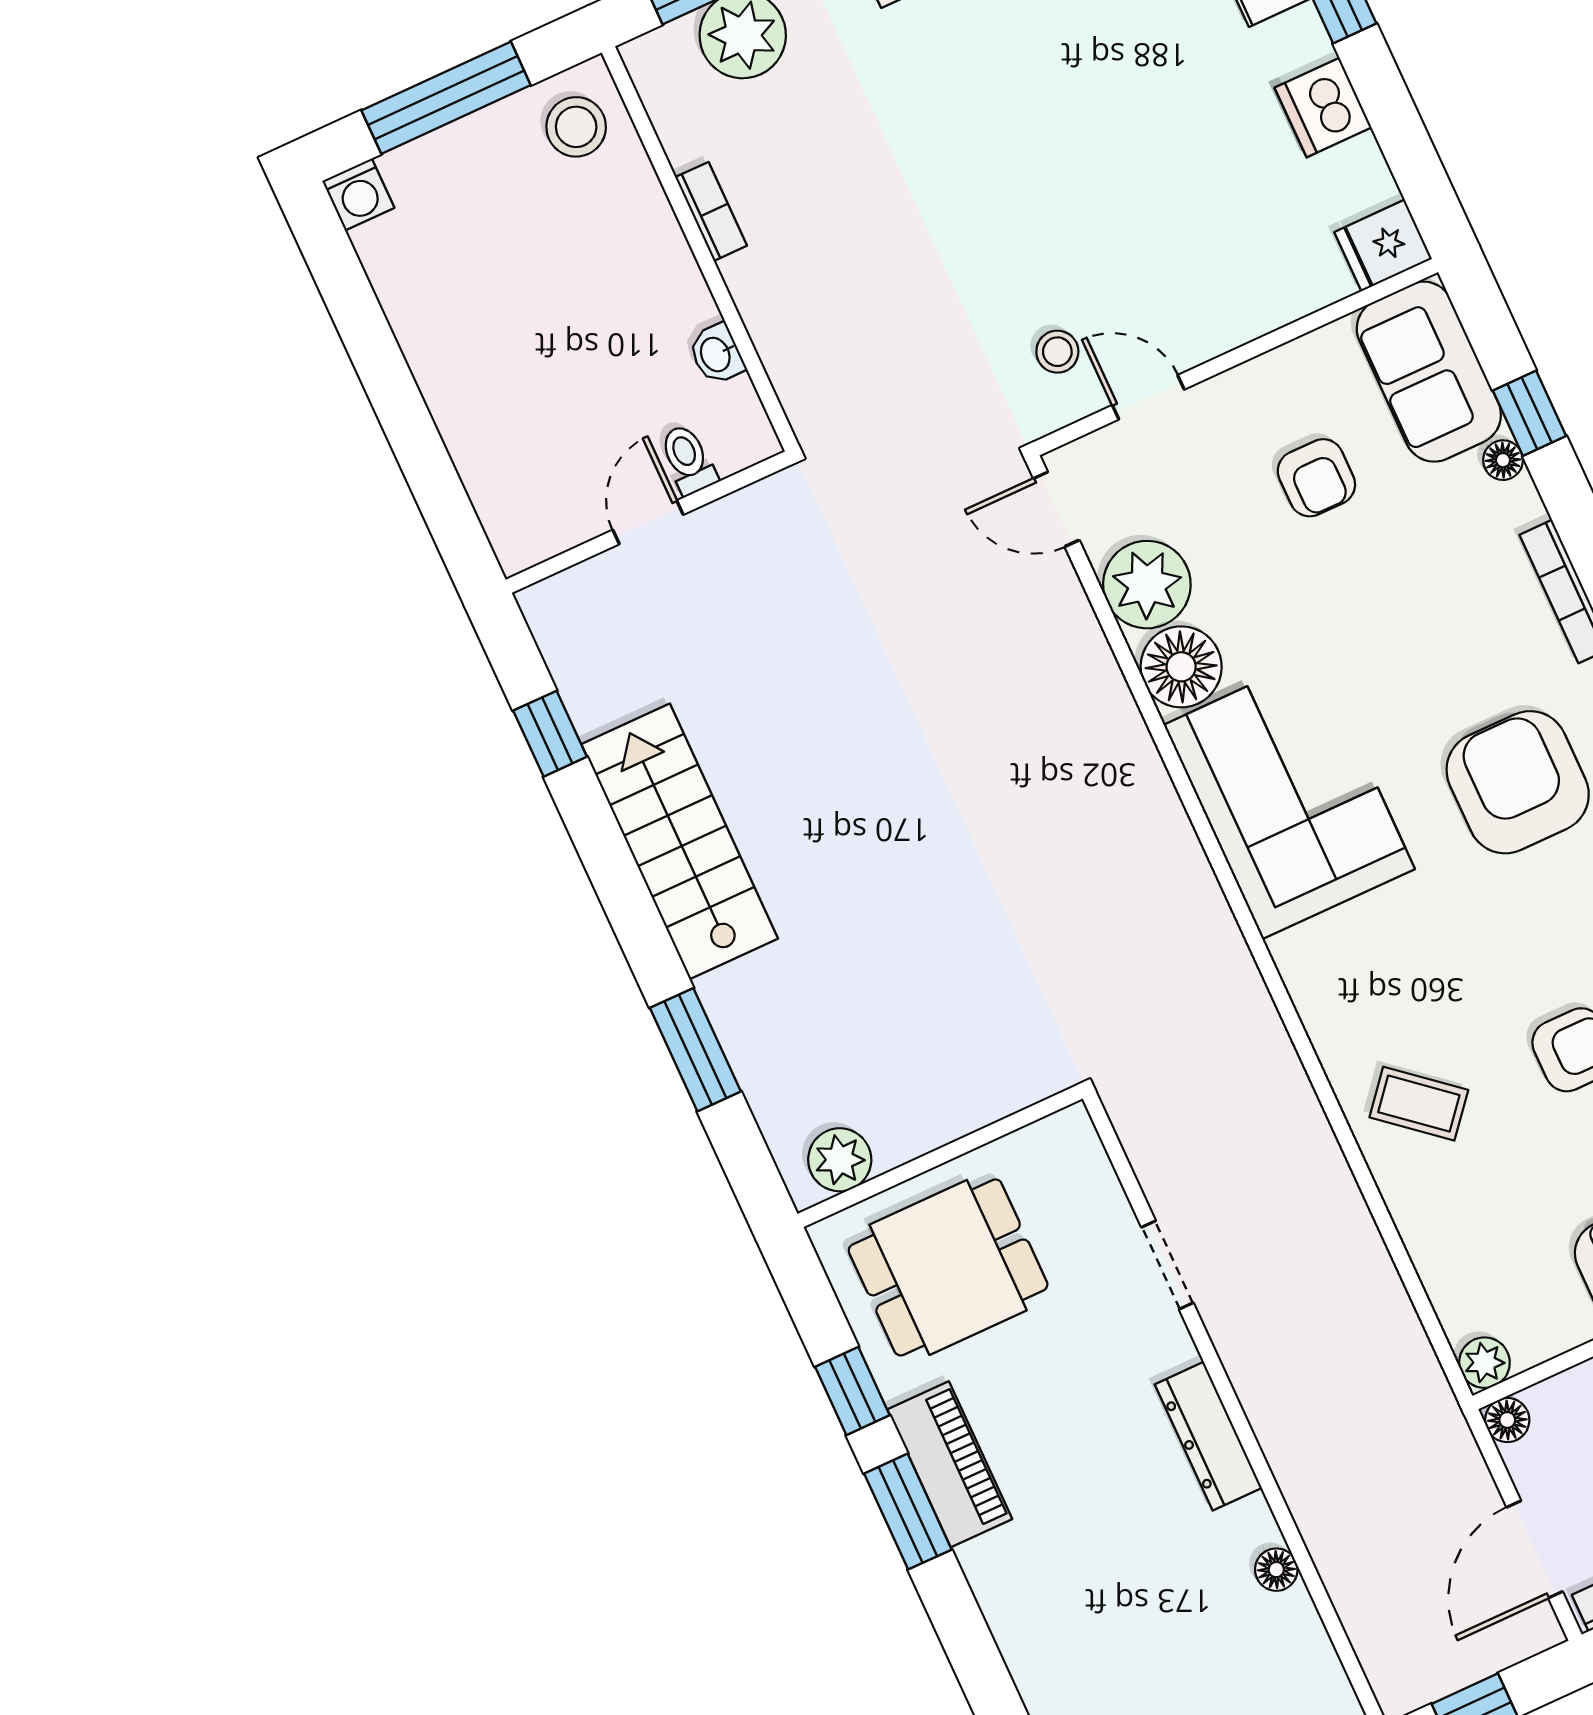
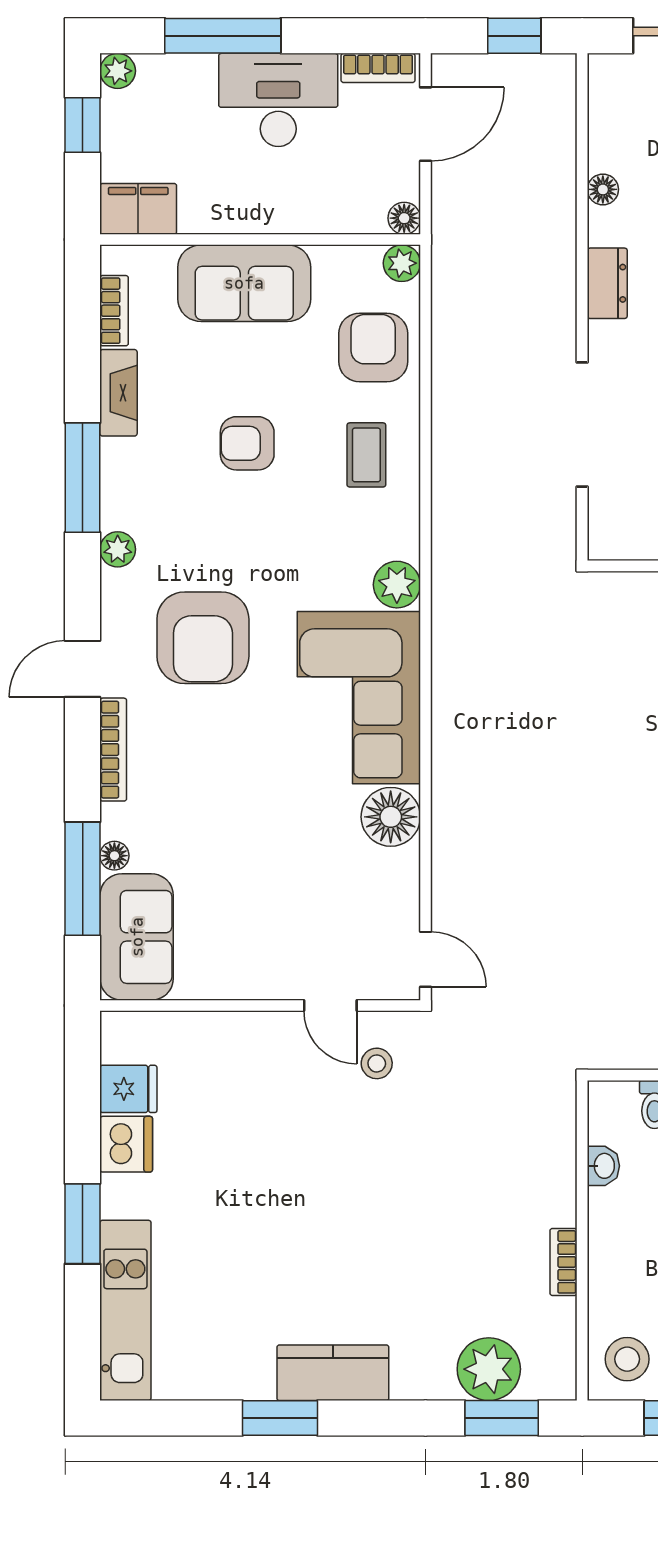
fridge: (1383, 245) -> (128, 1089), moved
window: (1529, 413) -> (83, 879), width x2.17
armchair: (1316, 478) -> (373, 347), moved, width x1.38, depth x1.38
plant: (1147, 585) -> (397, 585), moved, width x0.73, depth x0.73
coffee table: (1419, 1104) -> (366, 455), turned 50
doorway: (1167, 1265) -> (582, 425), width x1.88
dresser: (1208, 1436) -> (607, 283), width x0.70

